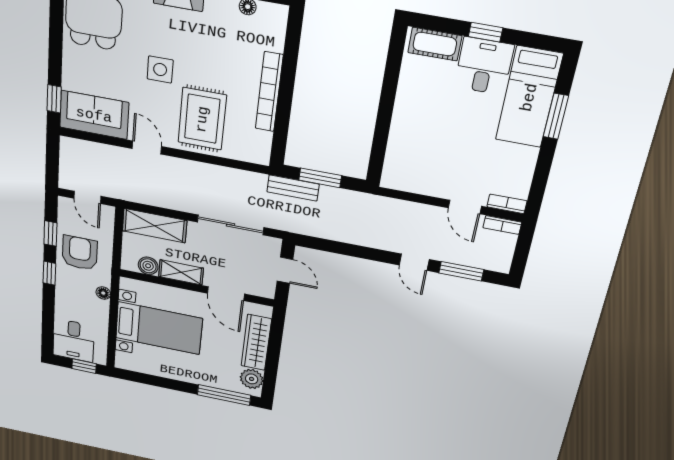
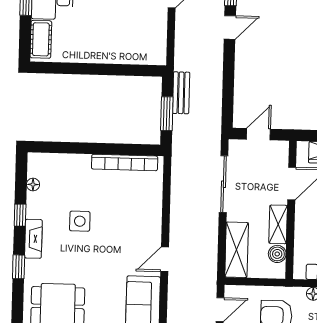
side table: (160, 69) -> (80, 221), moved
bookcase: (269, 92) -> (125, 163), moved
rug: (202, 119) -> (131, 214), removed
bench: (293, 188) -> (181, 93), moved

